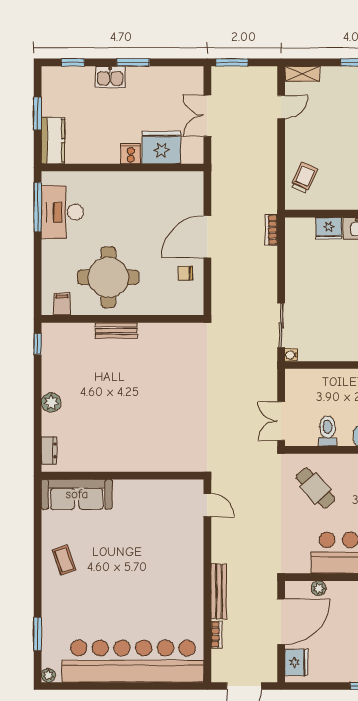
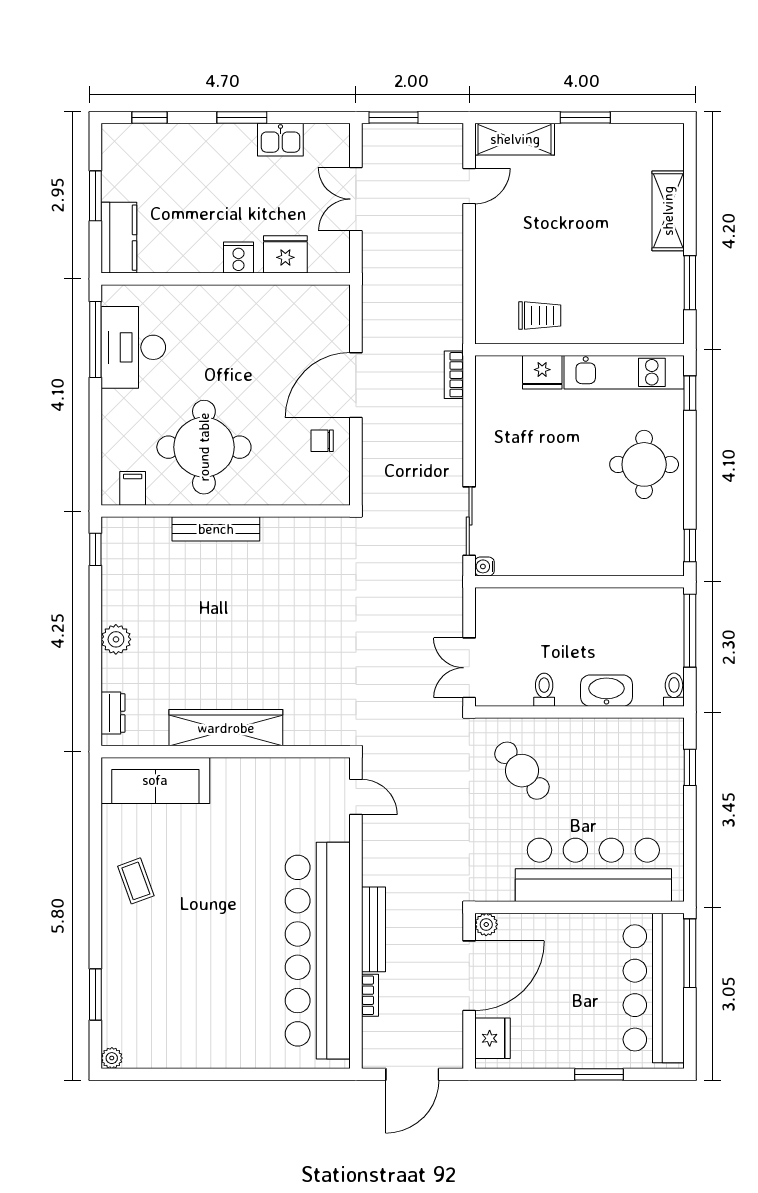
shelving: (302, 74) -> (515, 139), width x1.50, depth x1.33
kitchen sink: (110, 77) -> (280, 140), moved
fridge: (161, 147) -> (285, 254), width x0.73, depth x0.75
trolley: (304, 178) -> (540, 315), moved, turned 66
bench: (116, 331) -> (216, 529), width x1.36
toilet: (328, 431) -> (544, 690), width x0.73, depth x0.72
wardrobe: (123, 460) -> (226, 728), added
plant: (319, 588) -> (486, 924), moved
bar counter: (133, 661) -> (318, 951), moved, turned -90

